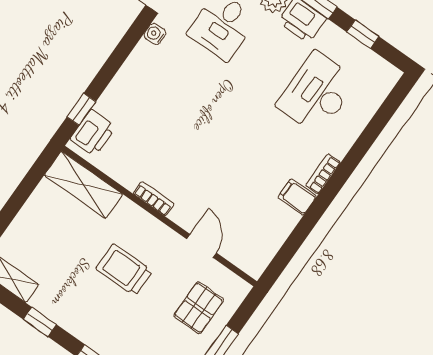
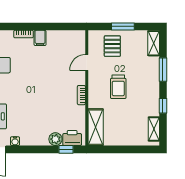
plant: (111, 104) -> (55, 139), added
pallet: (199, 308) -> (112, 46), turned 90

